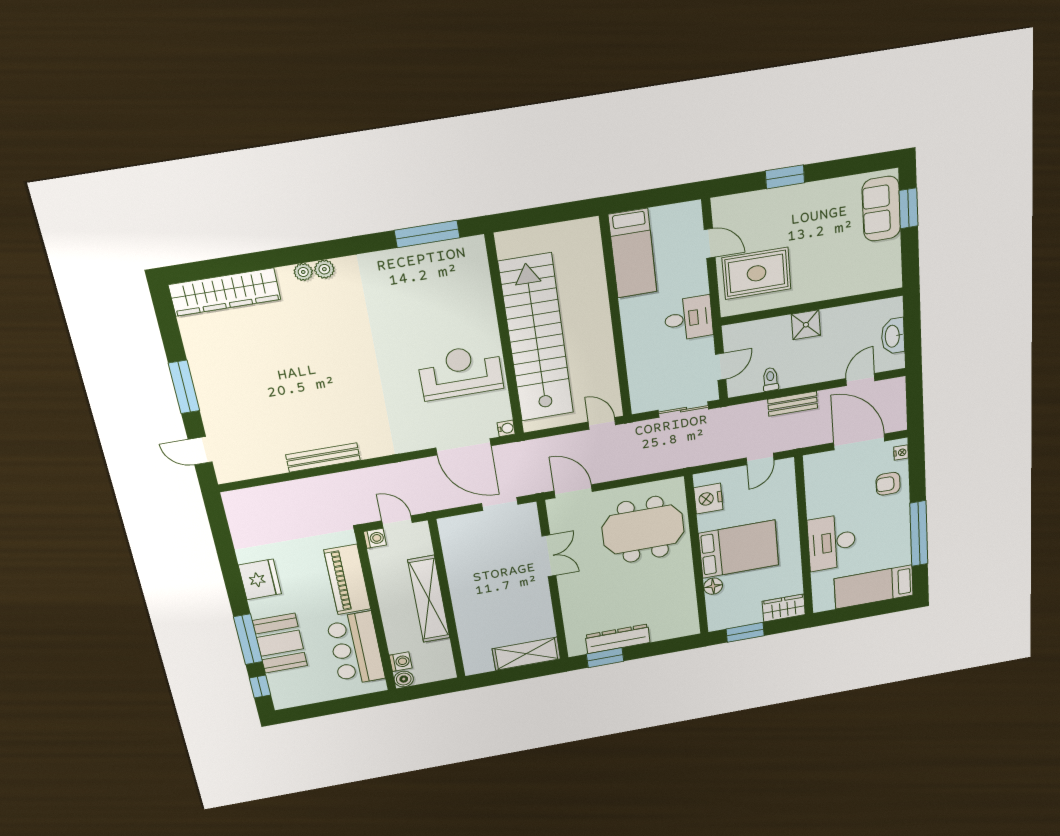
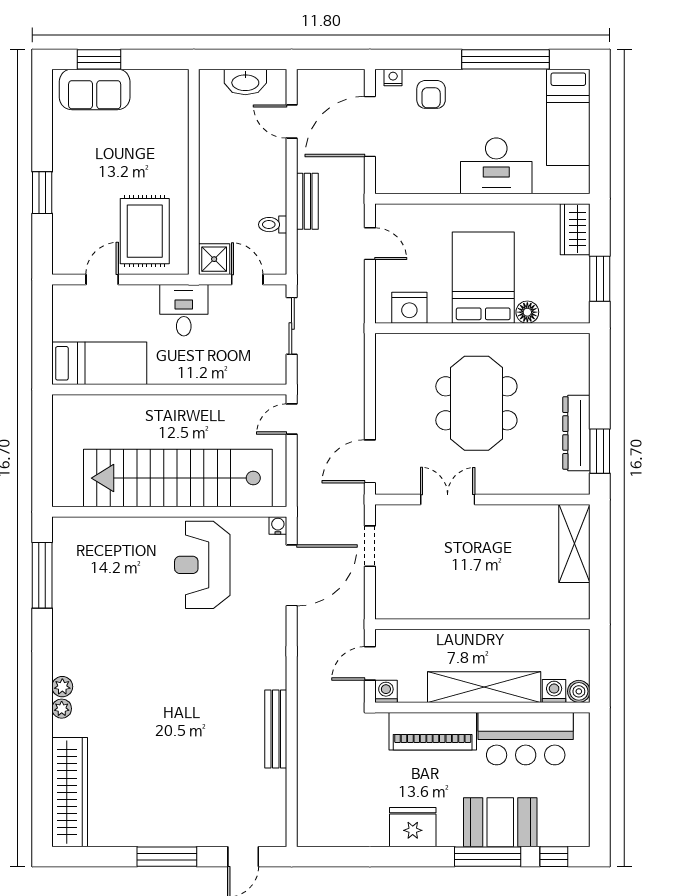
shower: (806, 325) -> (214, 259), moved
meeting table: (643, 529) -> (476, 403), moved
shelving: (429, 599) -> (484, 687), moved

